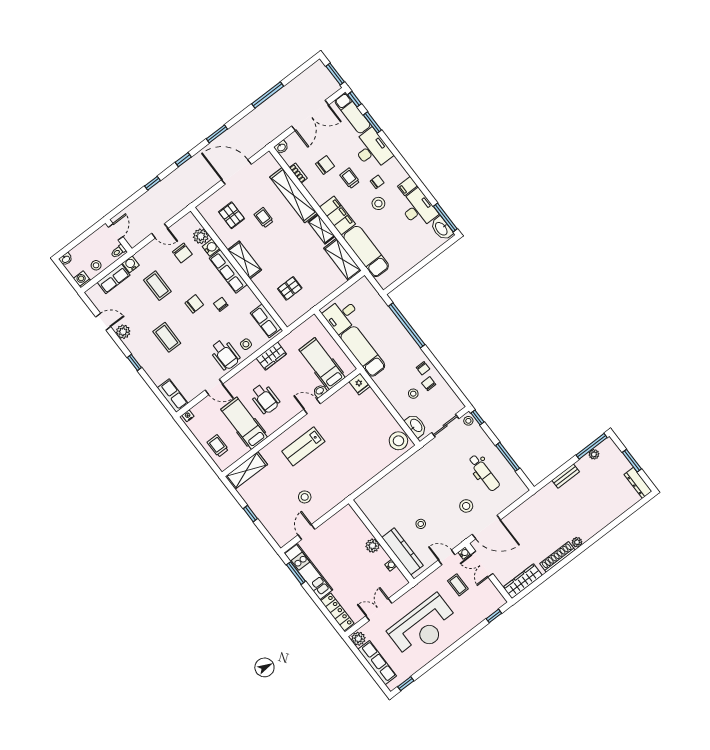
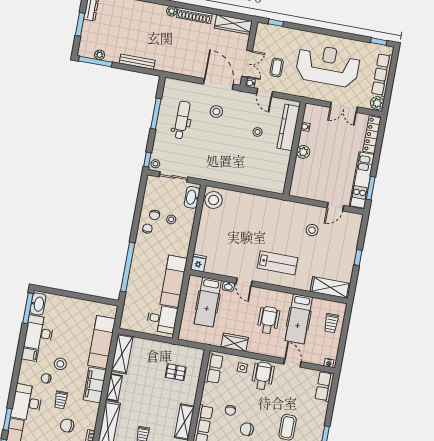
bench: (566, 476) -> (137, 62), width x1.36

